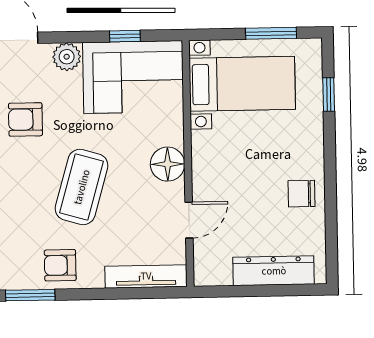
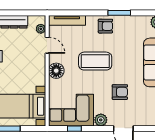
coffee table: (82, 187) -> (95, 61), turned 74
door: (189, 220) -> (47, 45), swing flipped
plant: (204, 256) -> (41, 29), added

